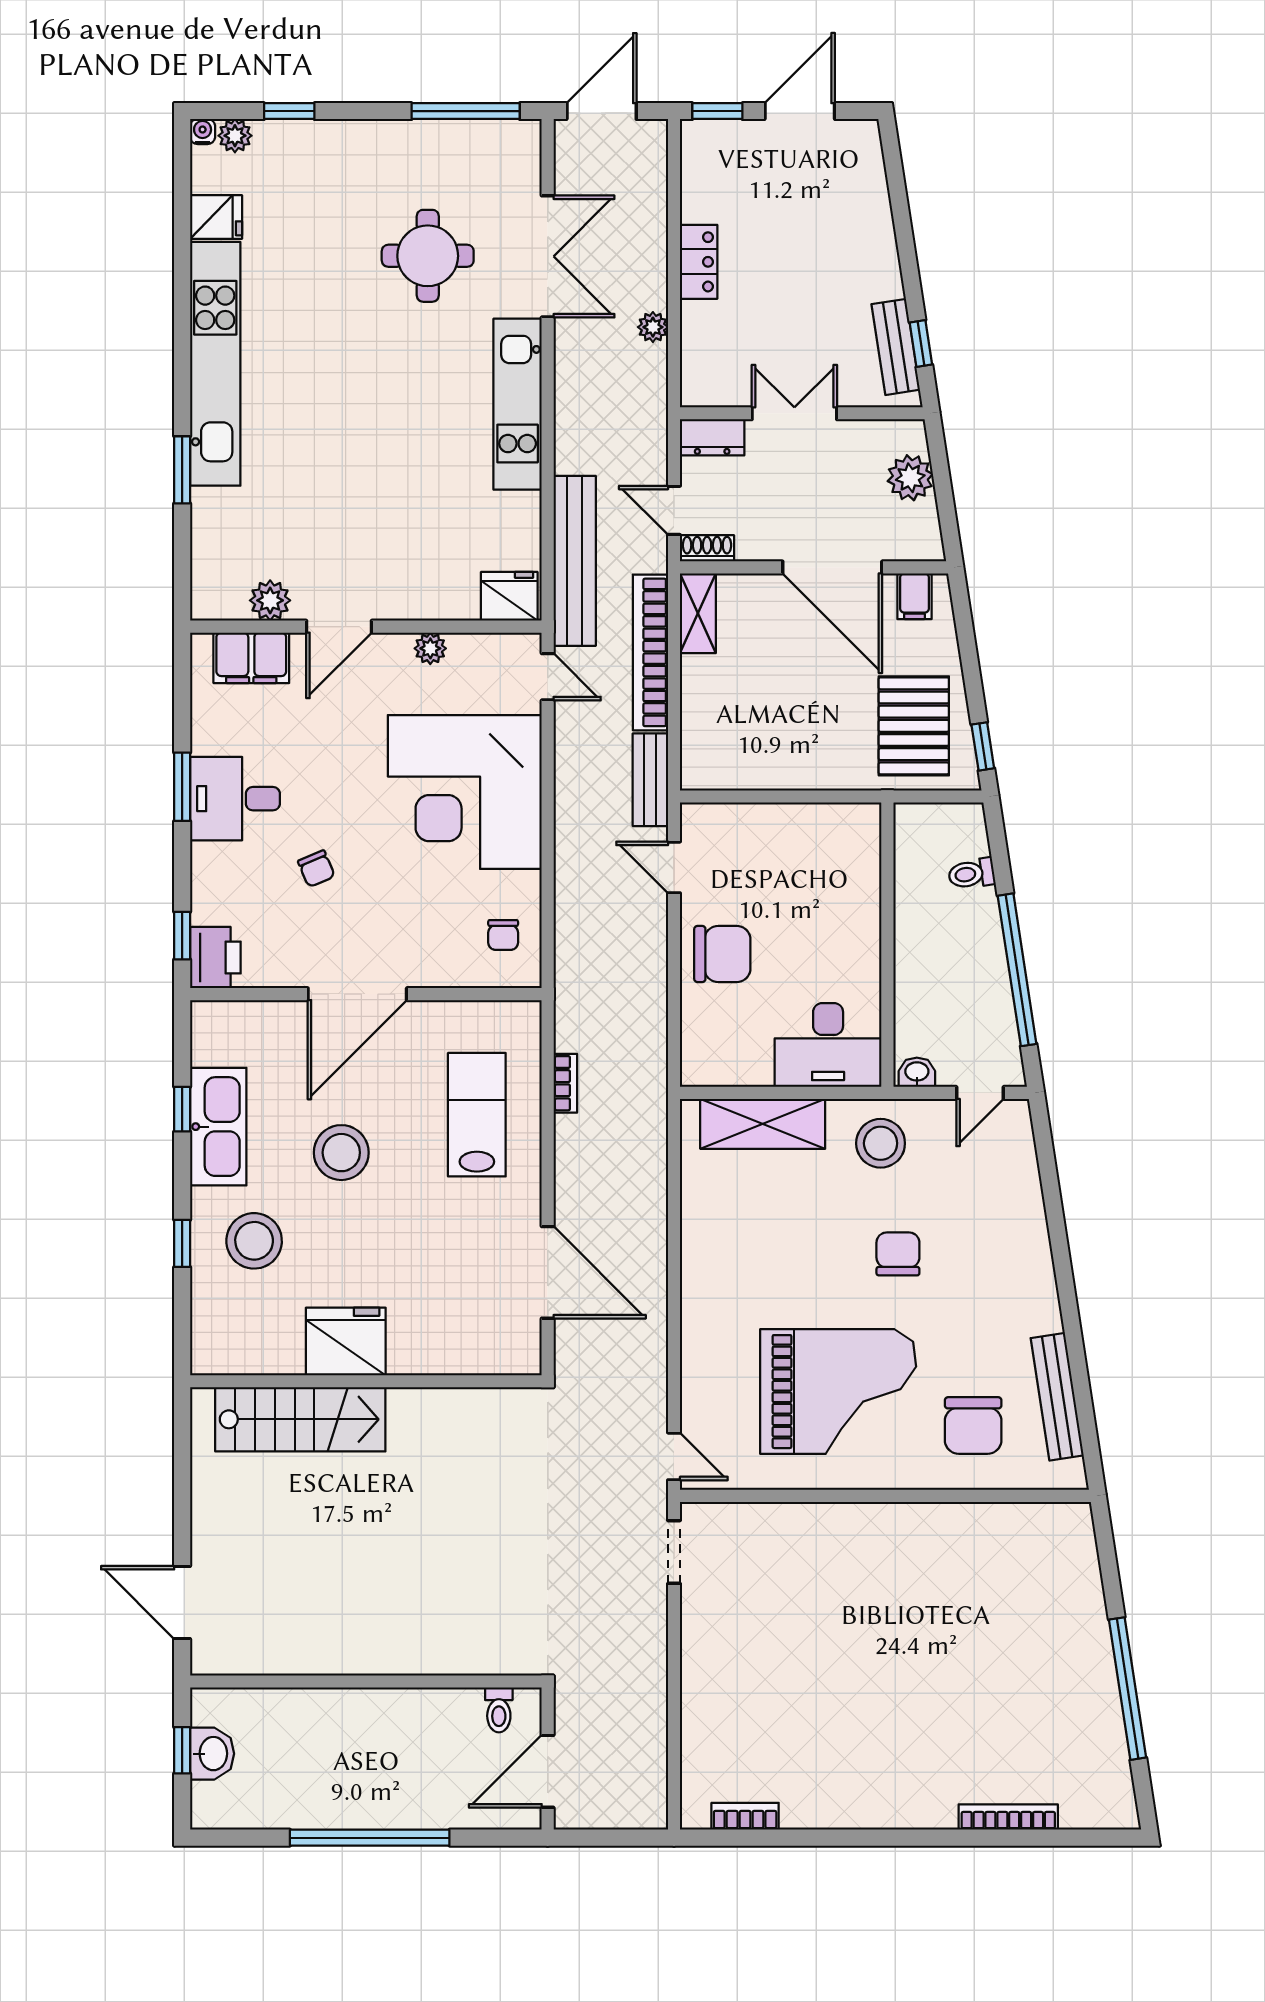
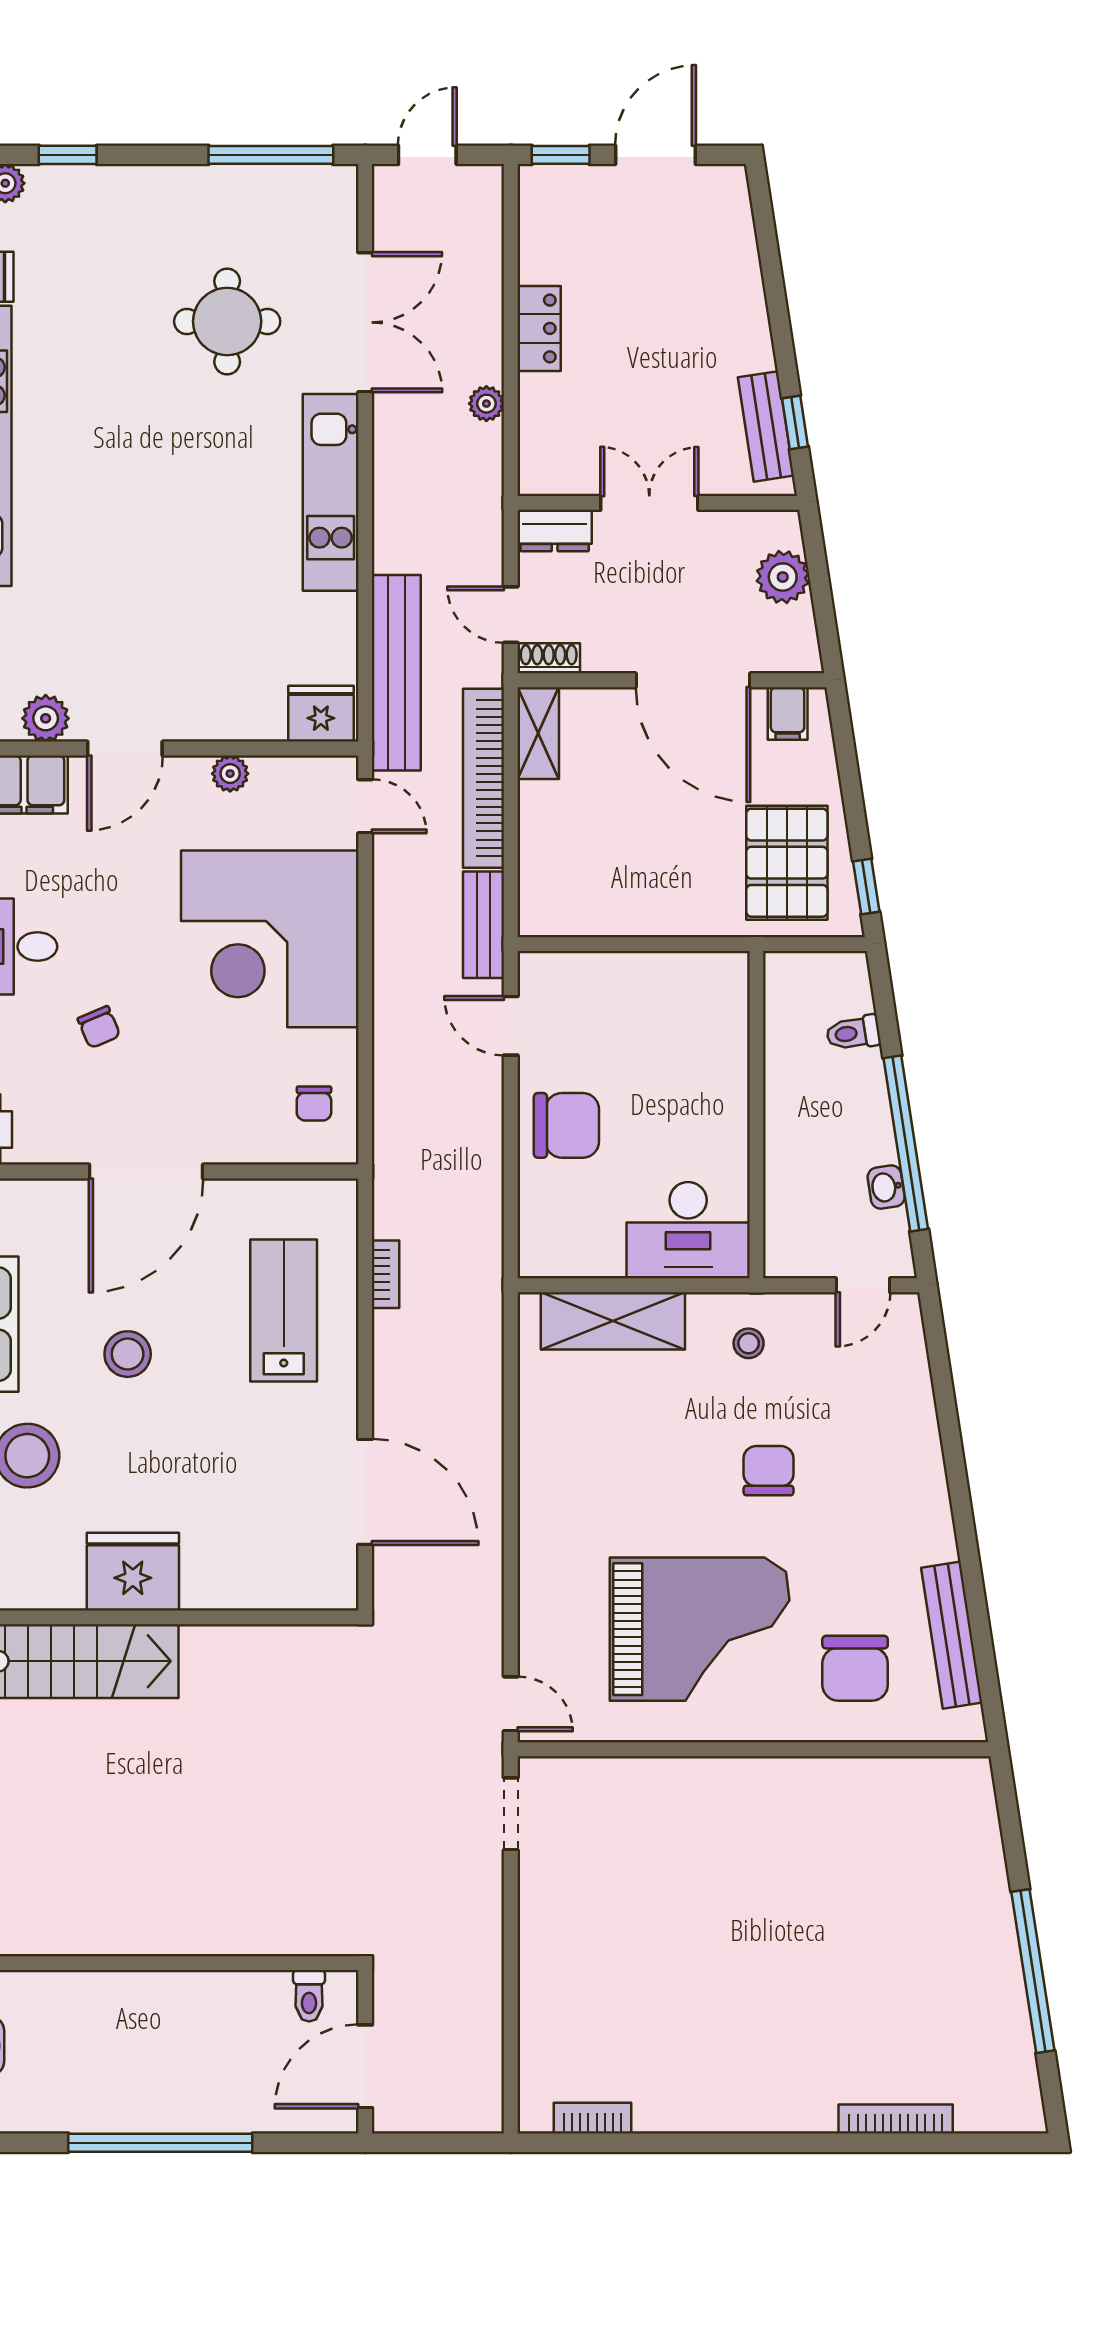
door: (602, 111) -> (427, 155), width x0.73
washbasin: (917, 1072) -> (886, 1187), moved, turned -99
stool: (881, 1143) -> (749, 1343), width x0.53, depth x0.53
stool: (341, 1153) -> (128, 1354), width x0.73, depth x0.73

